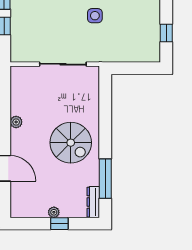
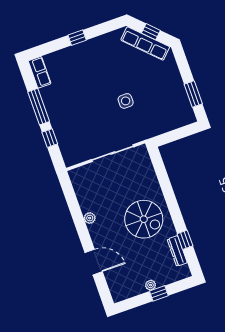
window: (166, 33) -> (193, 94), width x1.50
window: (105, 179) -> (185, 240), width x0.46
dresser: (93, 202) -> (177, 251), moved

